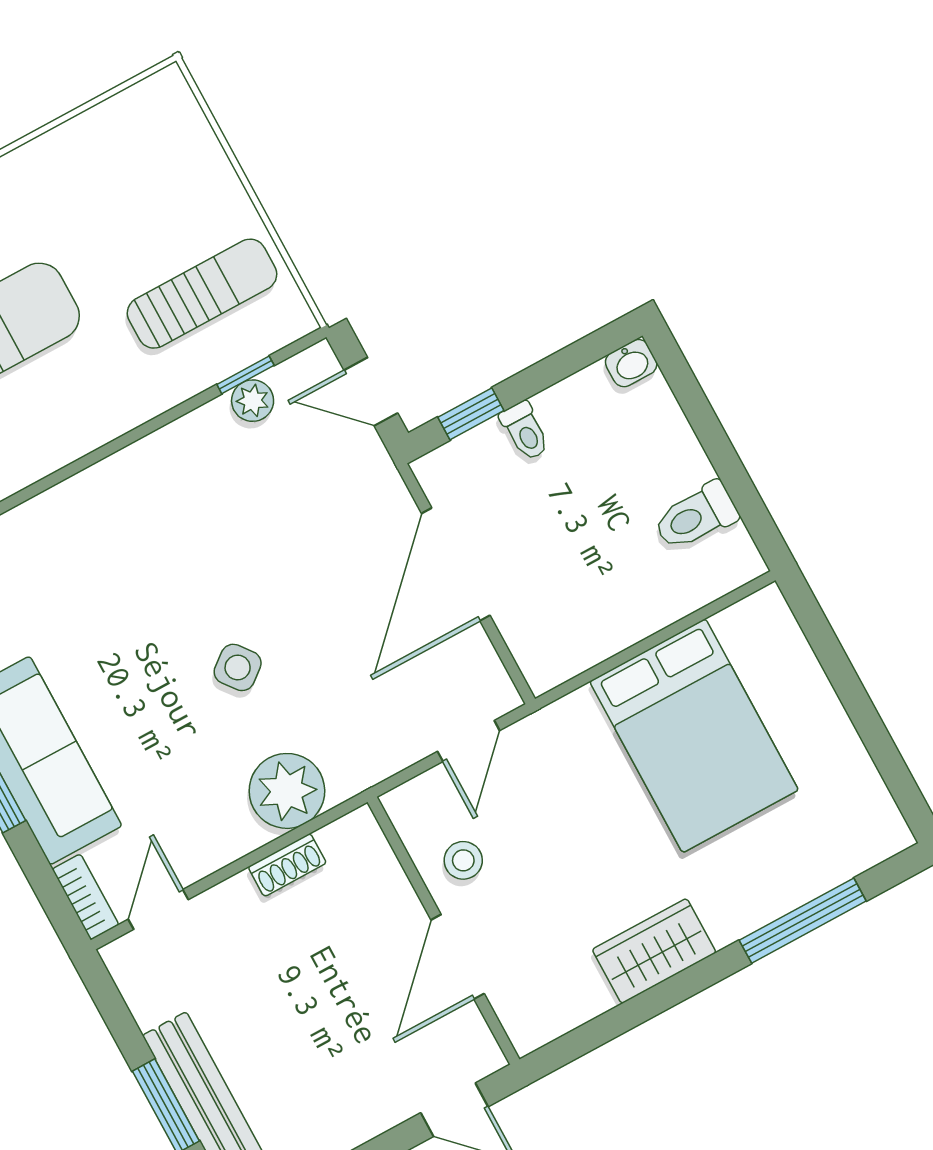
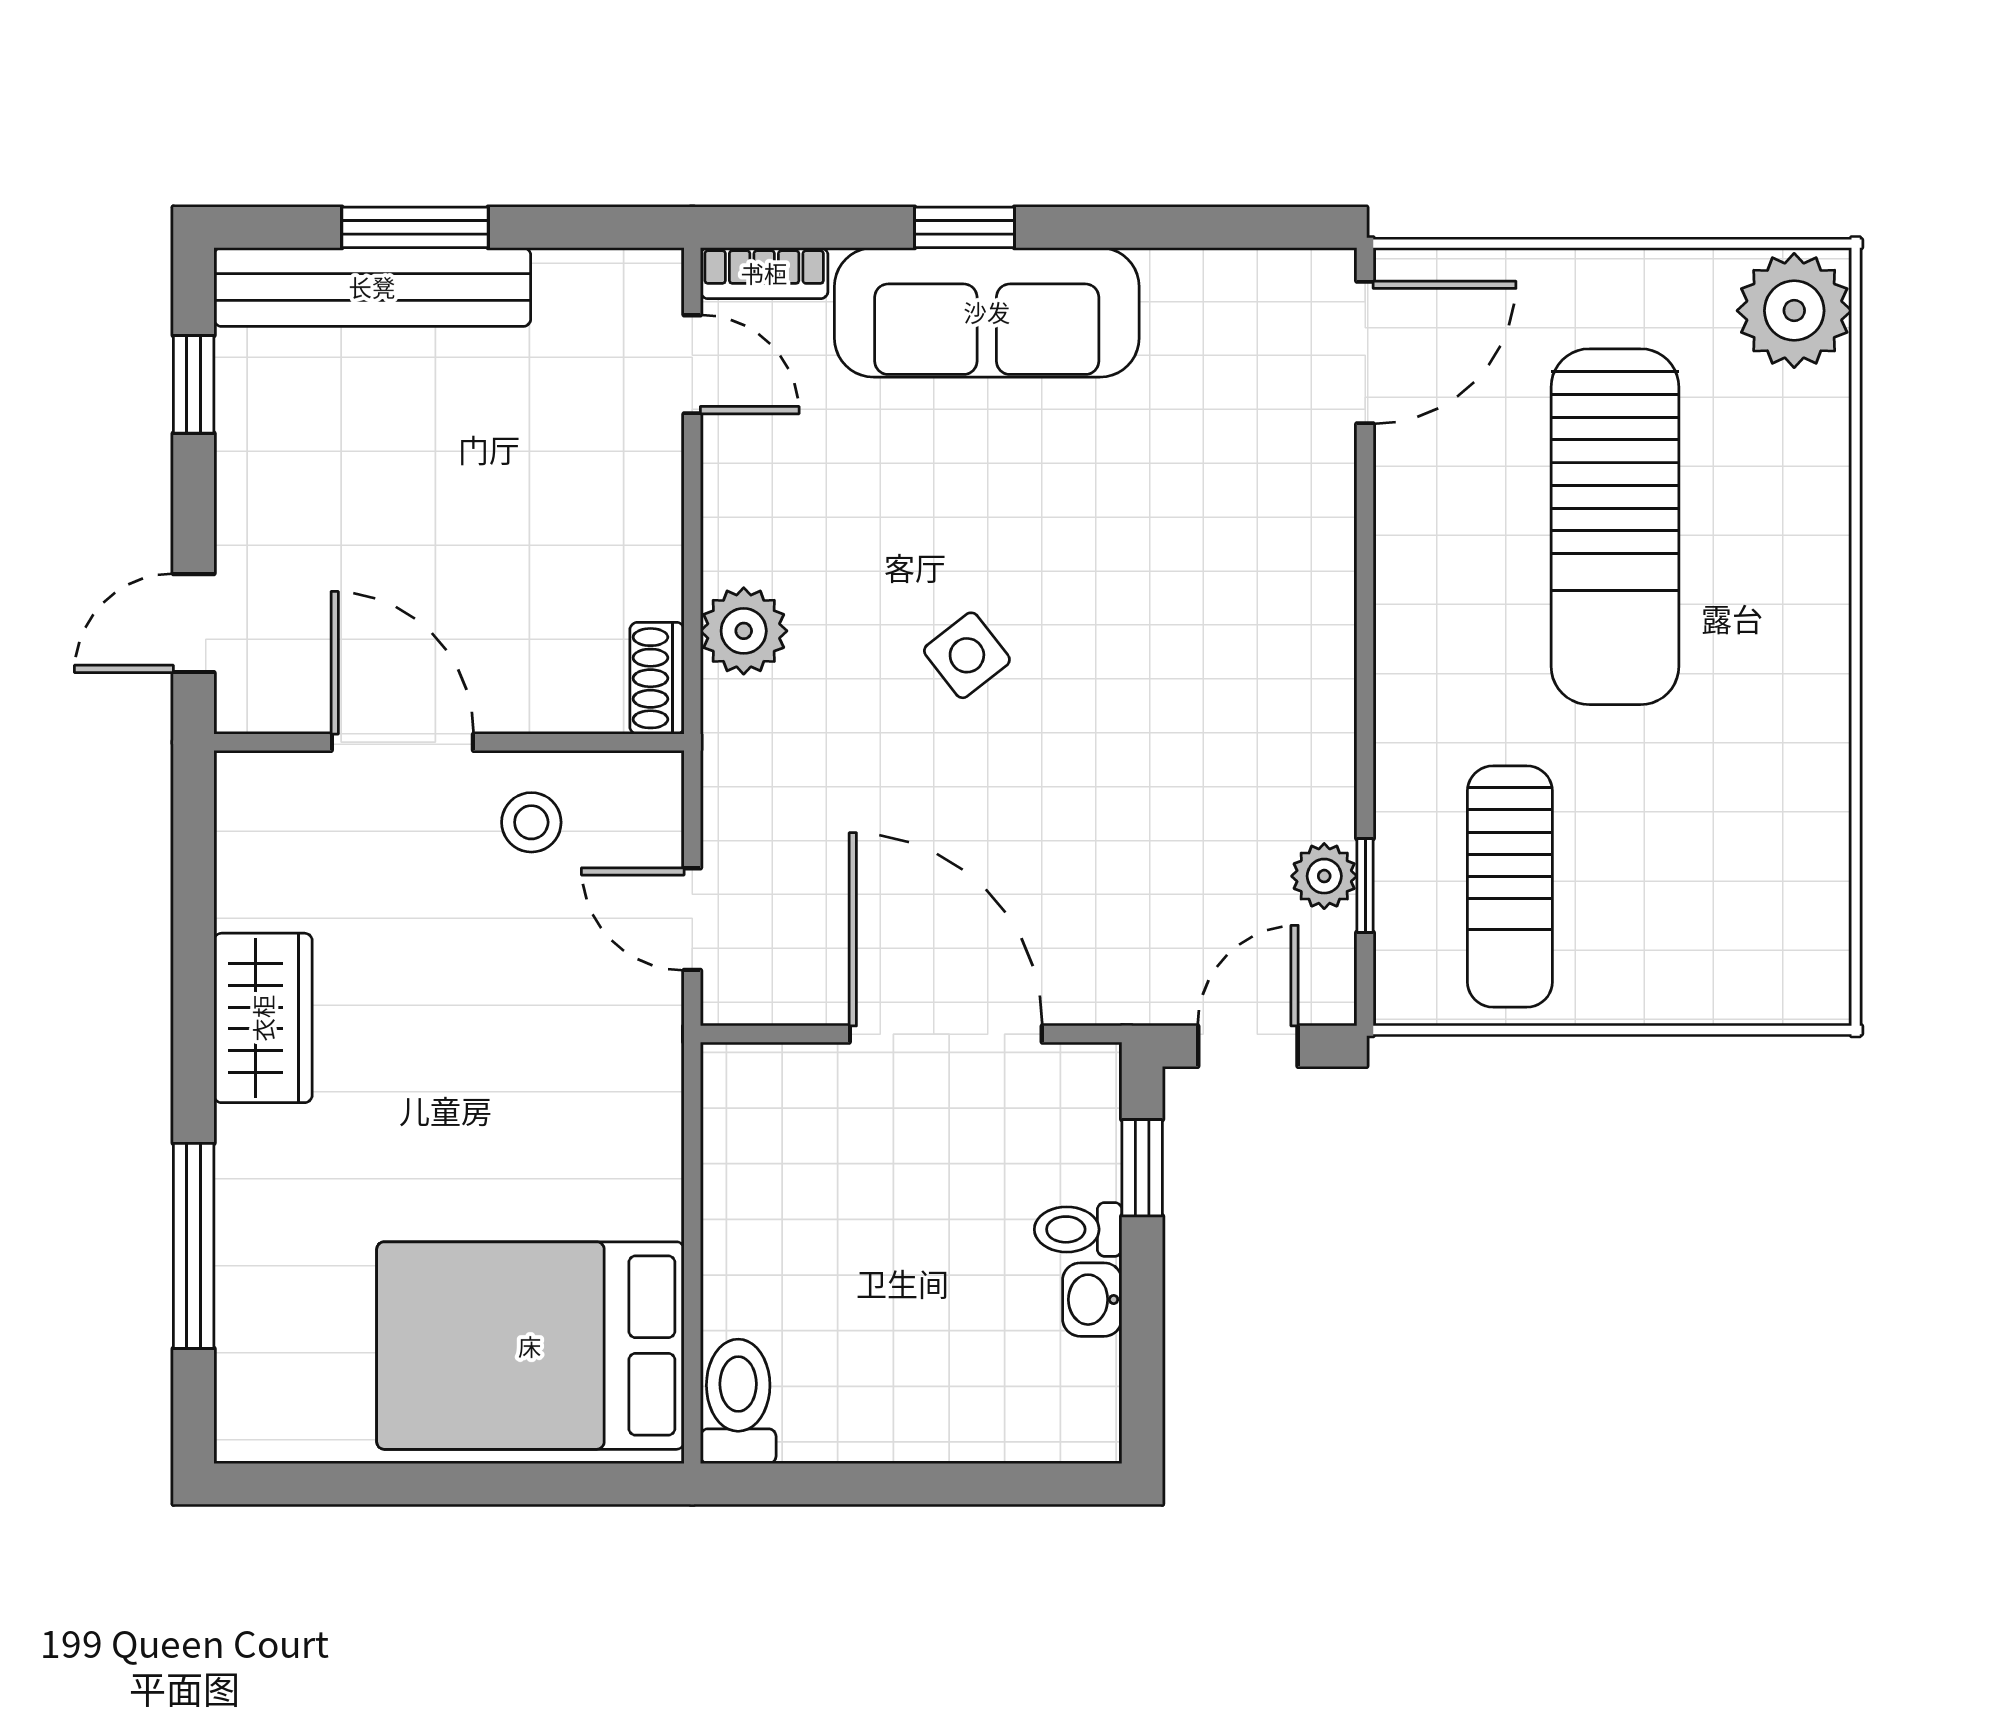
washbasin: (631, 363) -> (1092, 1300), moved
toilet: (696, 516) -> (738, 1401), moved
bed: (694, 736) -> (530, 1346), moved
plant: (287, 791) -> (744, 631), width x0.73, depth x0.73
shoe rack: (287, 865) -> (657, 678), moved

